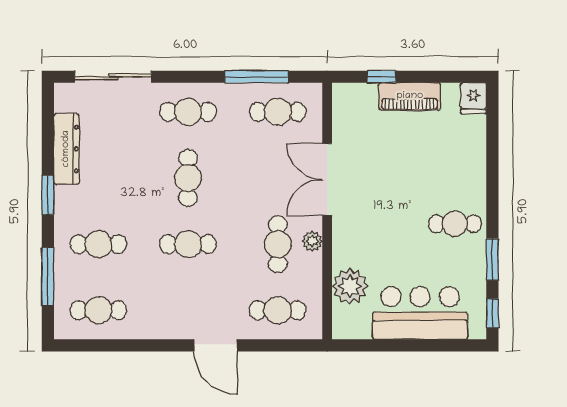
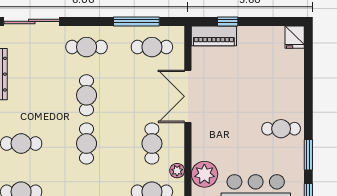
piano: (410, 96) -> (214, 36), moved
plant: (312, 241) -> (177, 171), moved
cafe table: (188, 244) -> (87, 143), turned 90

